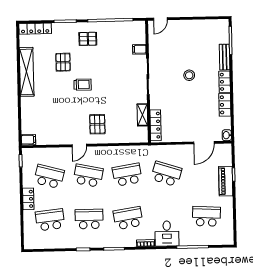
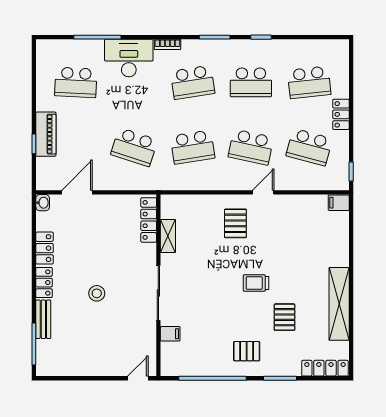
desk: (167, 233) -> (129, 58), width x1.37

